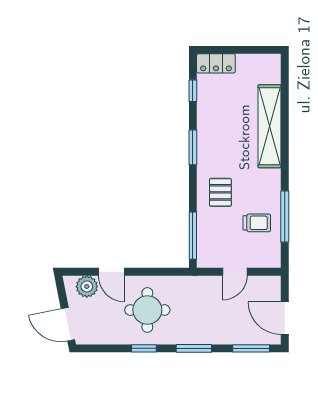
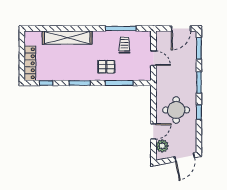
locker: (216, 63) -> (30, 63), width x1.53
window: (193, 236) -> (119, 83), moved

